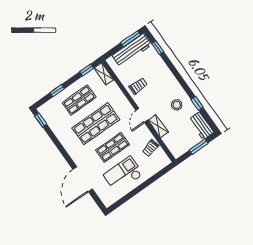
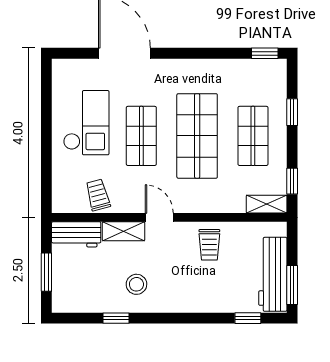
workbench: (202, 126) -> (76, 234), moved, turned 180

